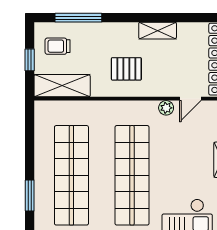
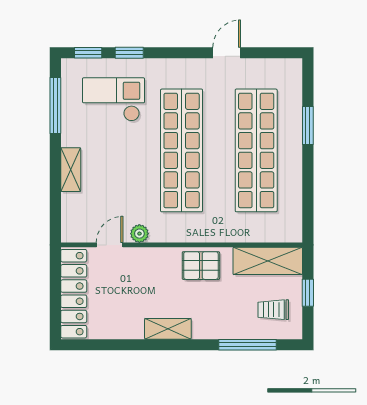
shelving: (158, 31) -> (168, 329), moved
trolley: (58, 46) -> (273, 310), turned 180
pallet: (126, 69) -> (201, 266), moved

